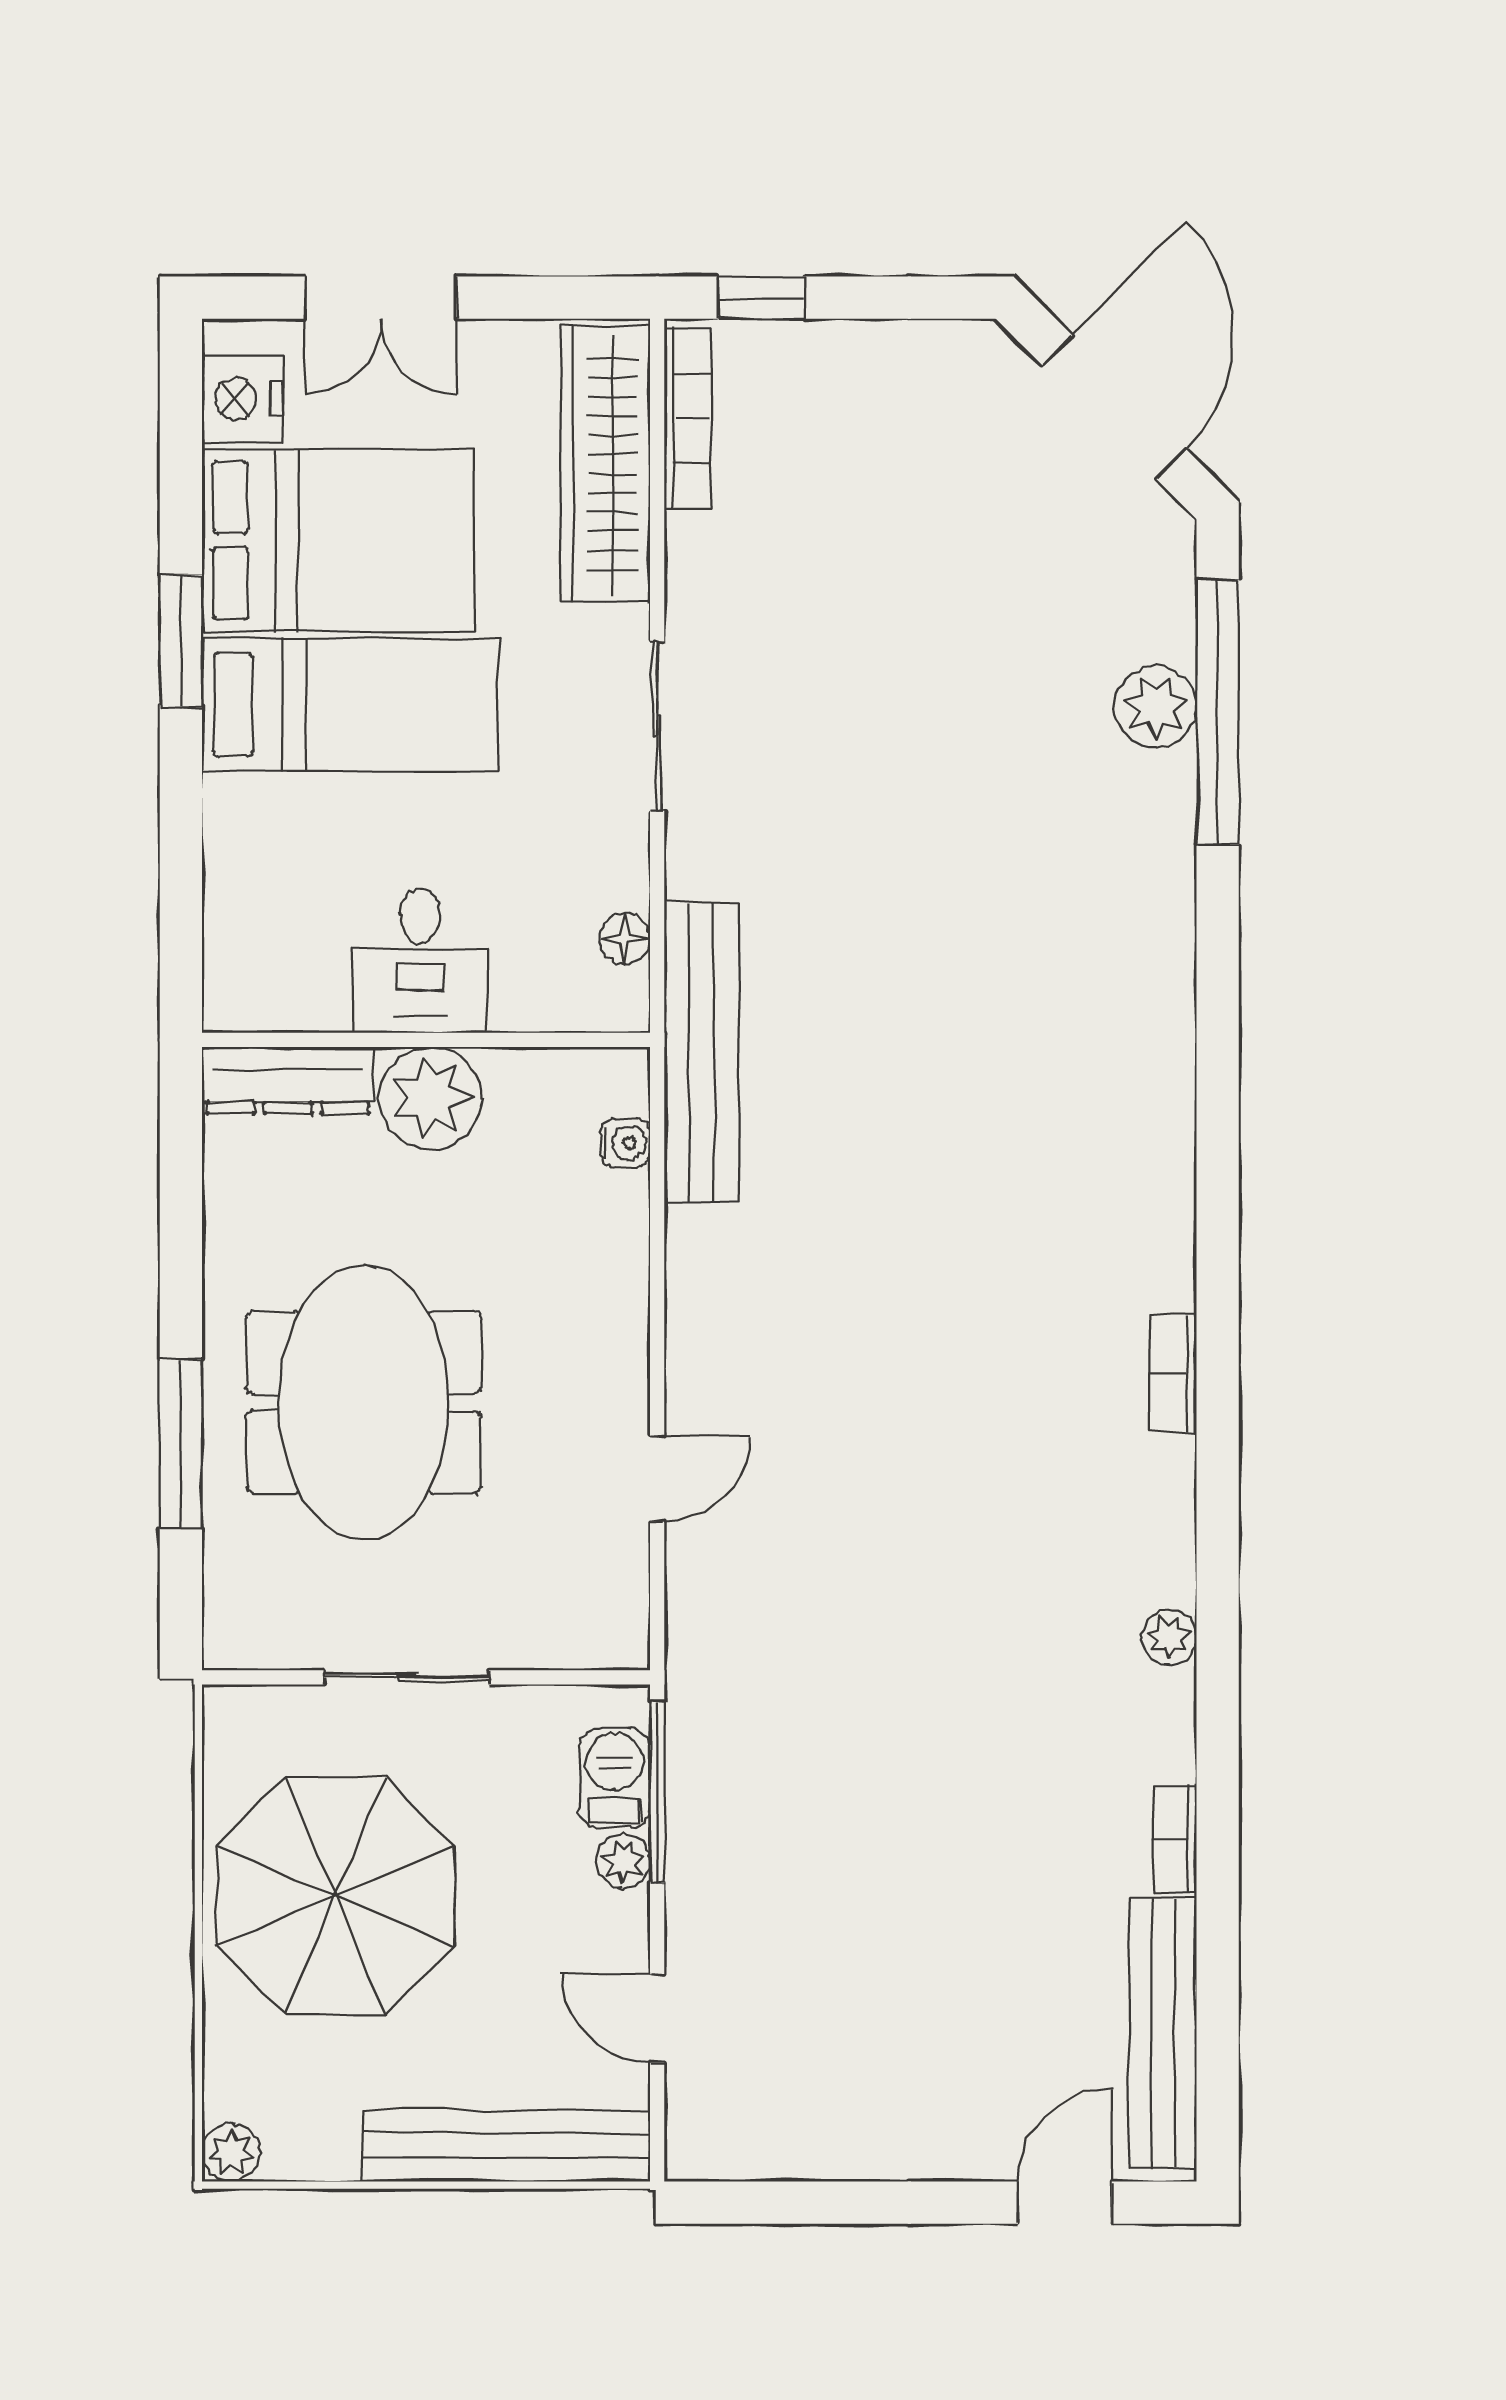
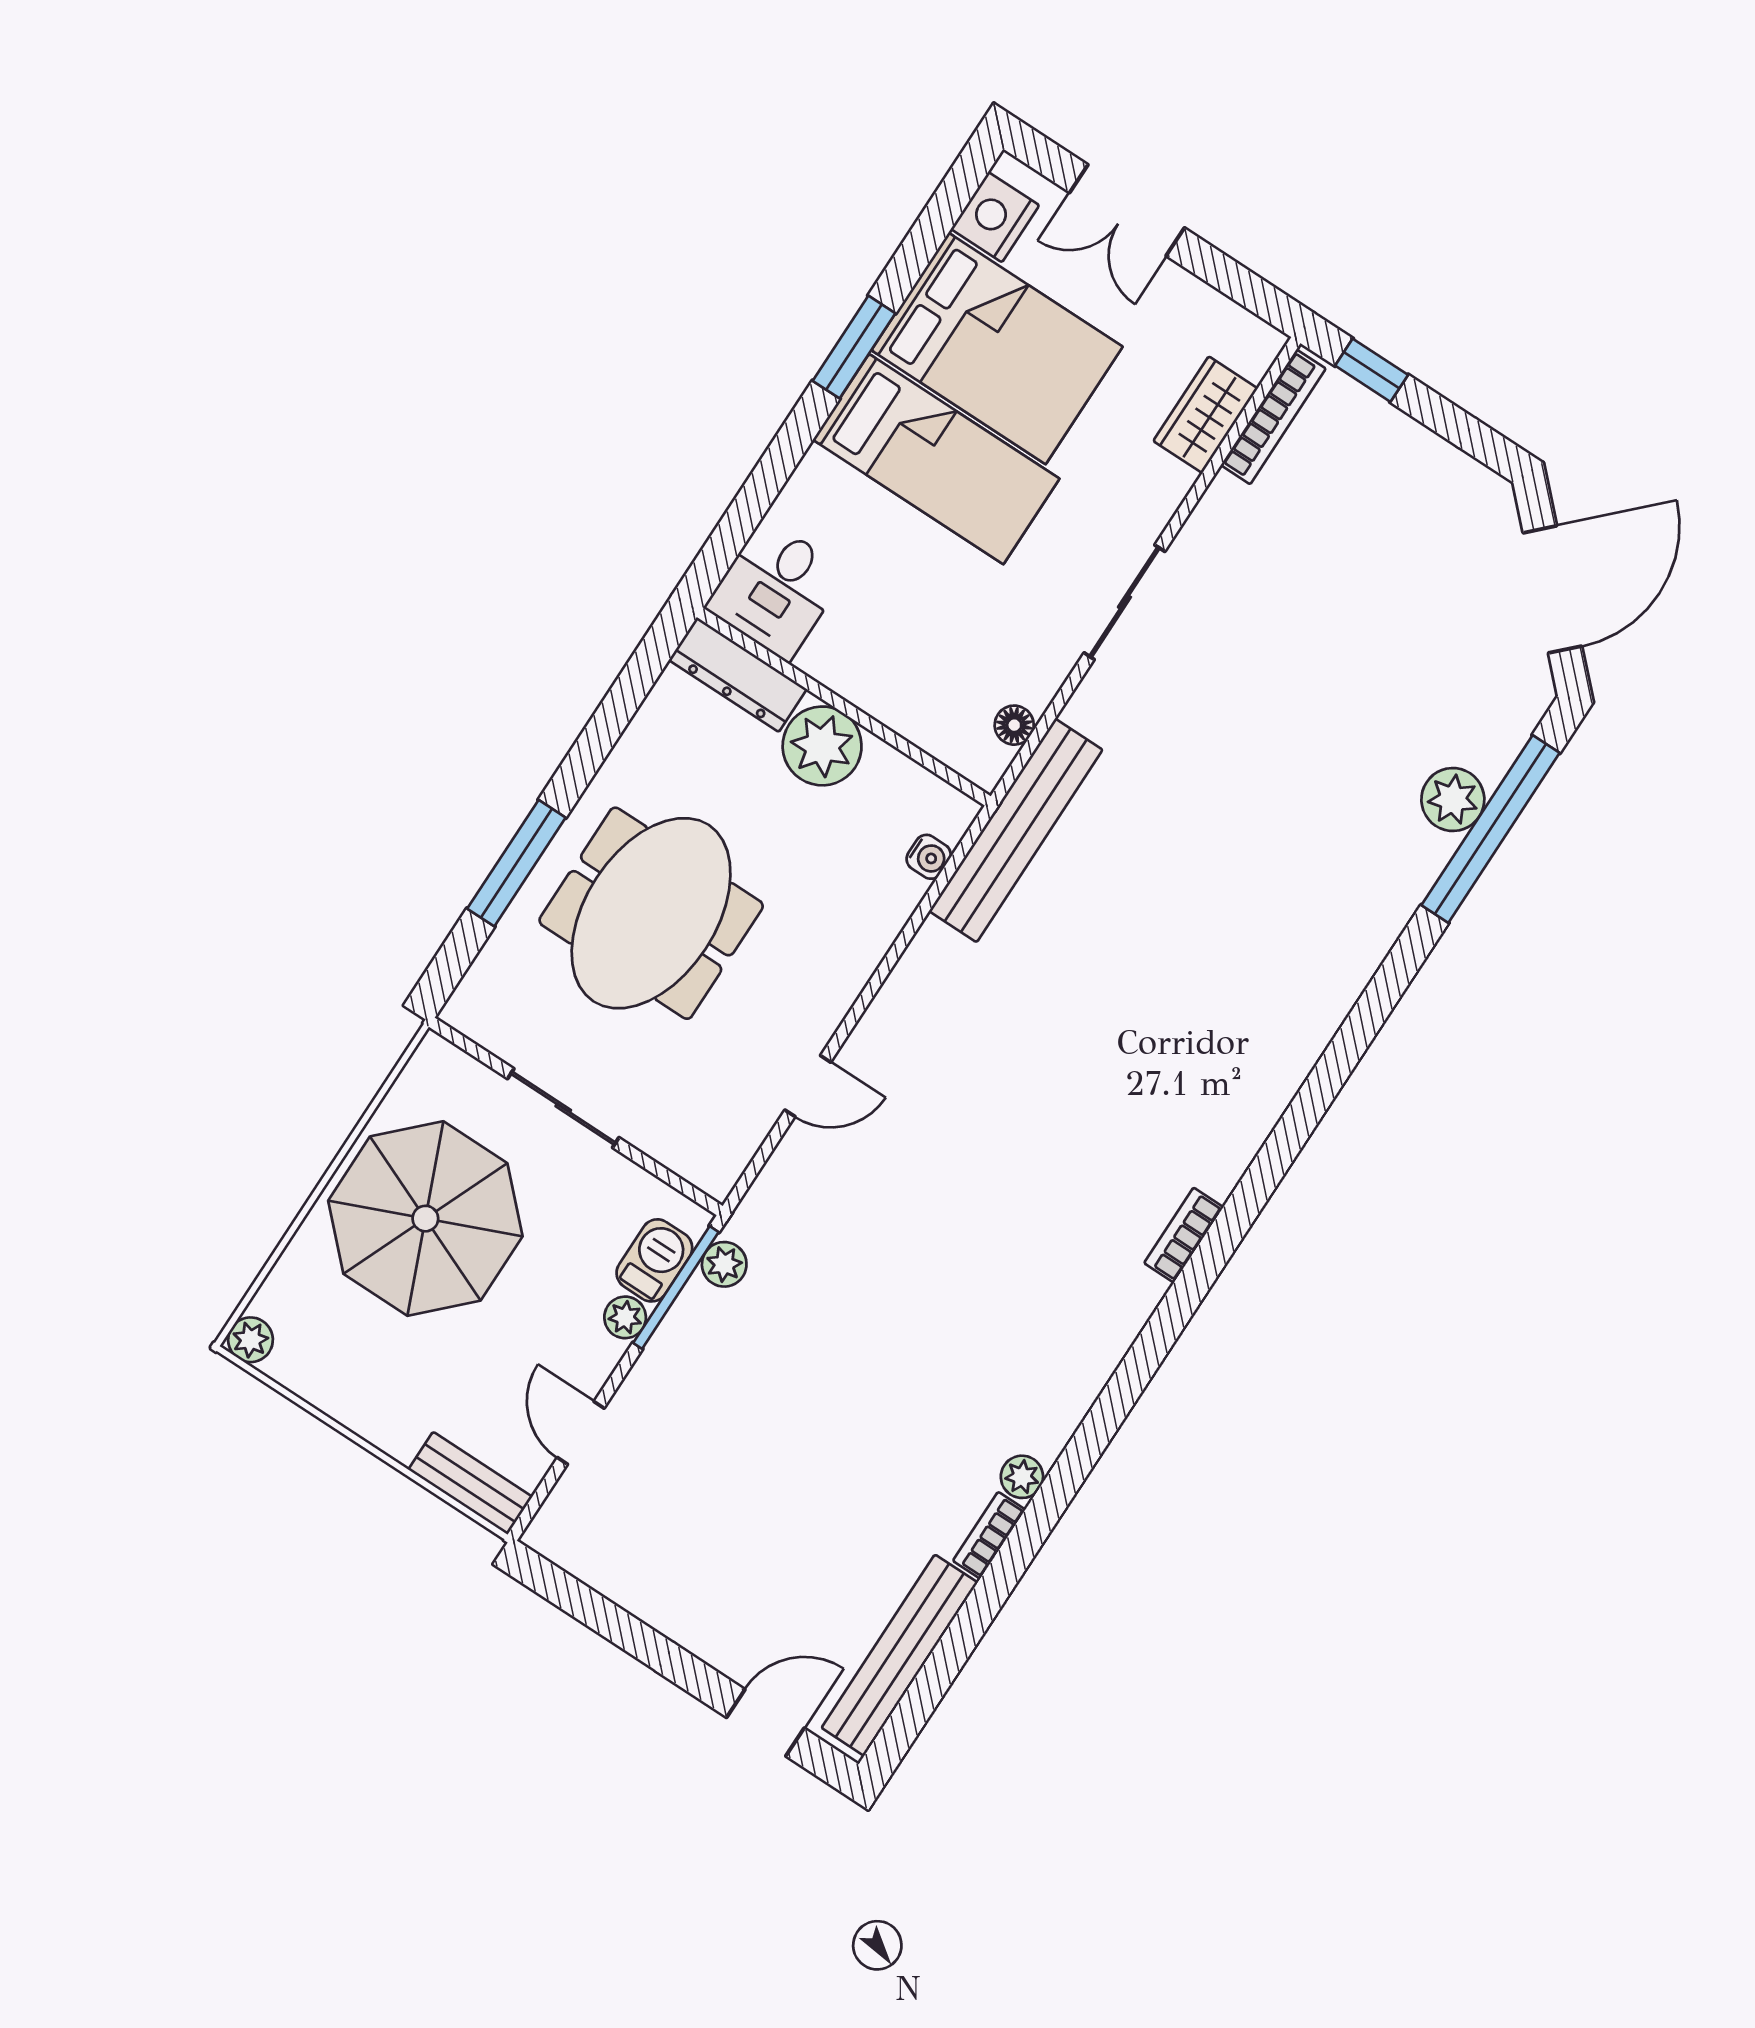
wardrobe: (605, 464) -> (1205, 415), width x0.48, depth x0.85
desk: (420, 961) -> (776, 590), moved
plant: (1169, 1637) -> (1022, 1477), moved
plant: (693, 1733) -> (724, 1264), added
bench: (506, 2146) -> (470, 1483), width x0.54, depth x0.82

